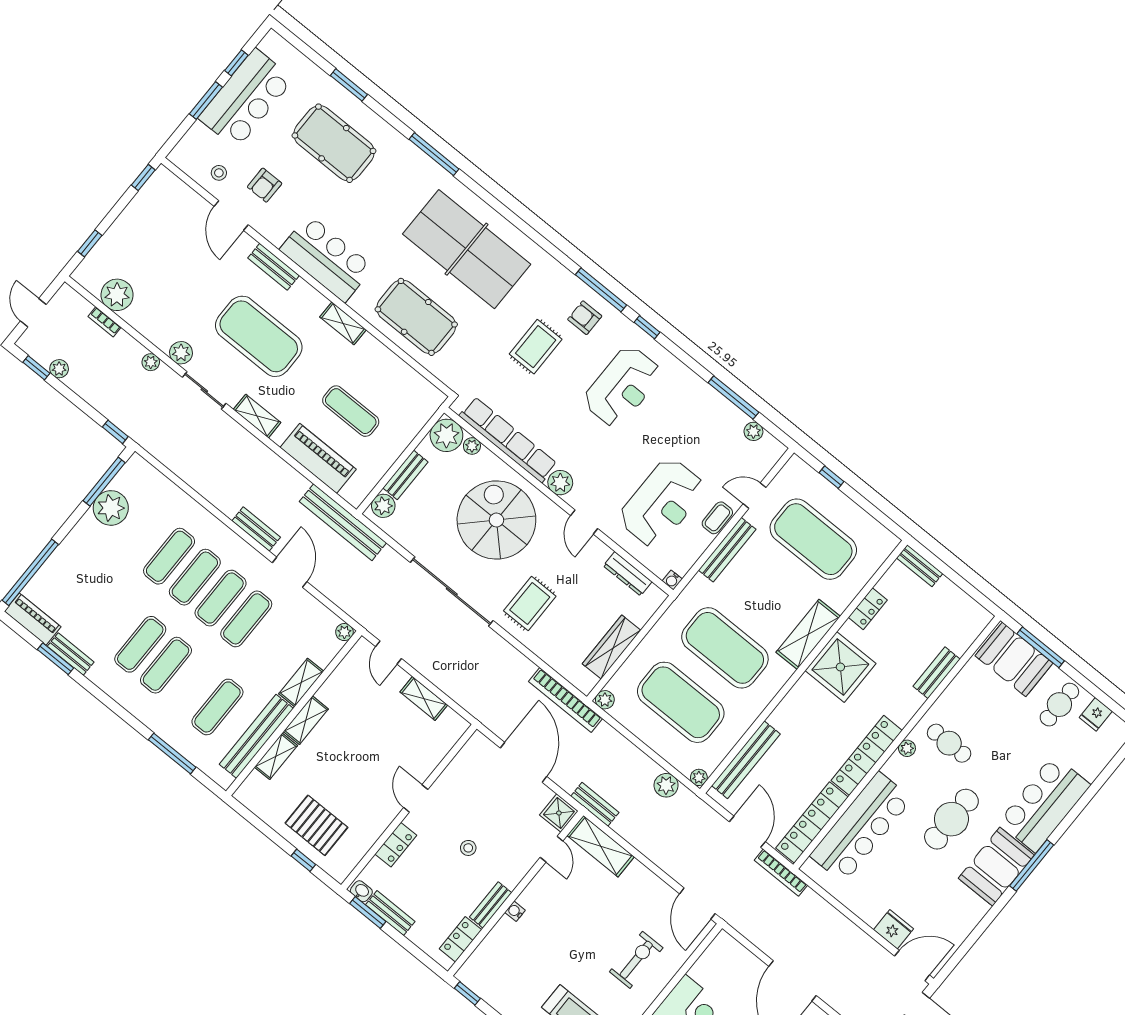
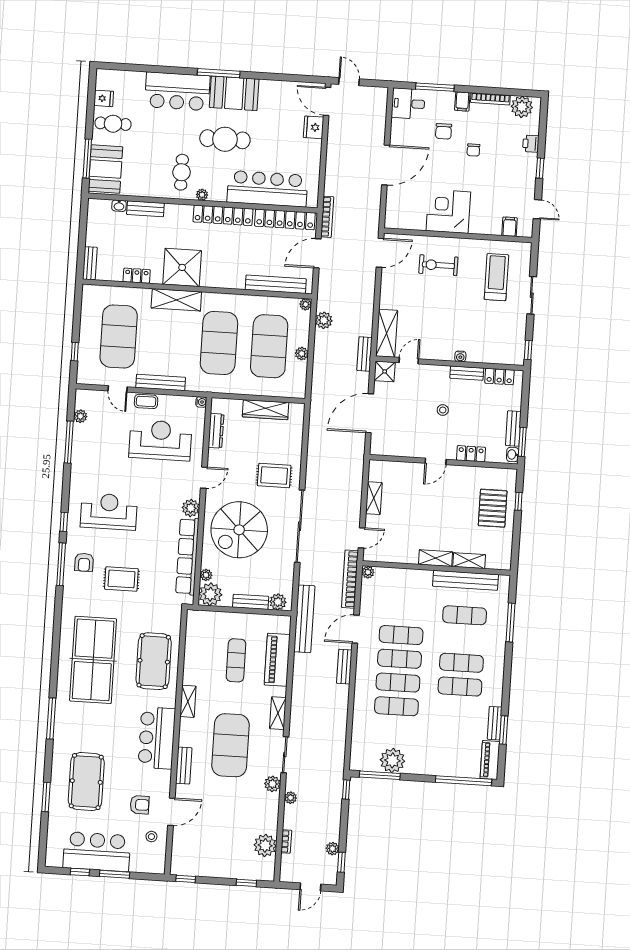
washbasin: (962, 645) -> (119, 206), added
shelving: (301, 683) -> (415, 576), removed
bookcase: (566, 700) -> (350, 579), moved, turned 180
plant: (605, 700) -> (302, 354), moved

